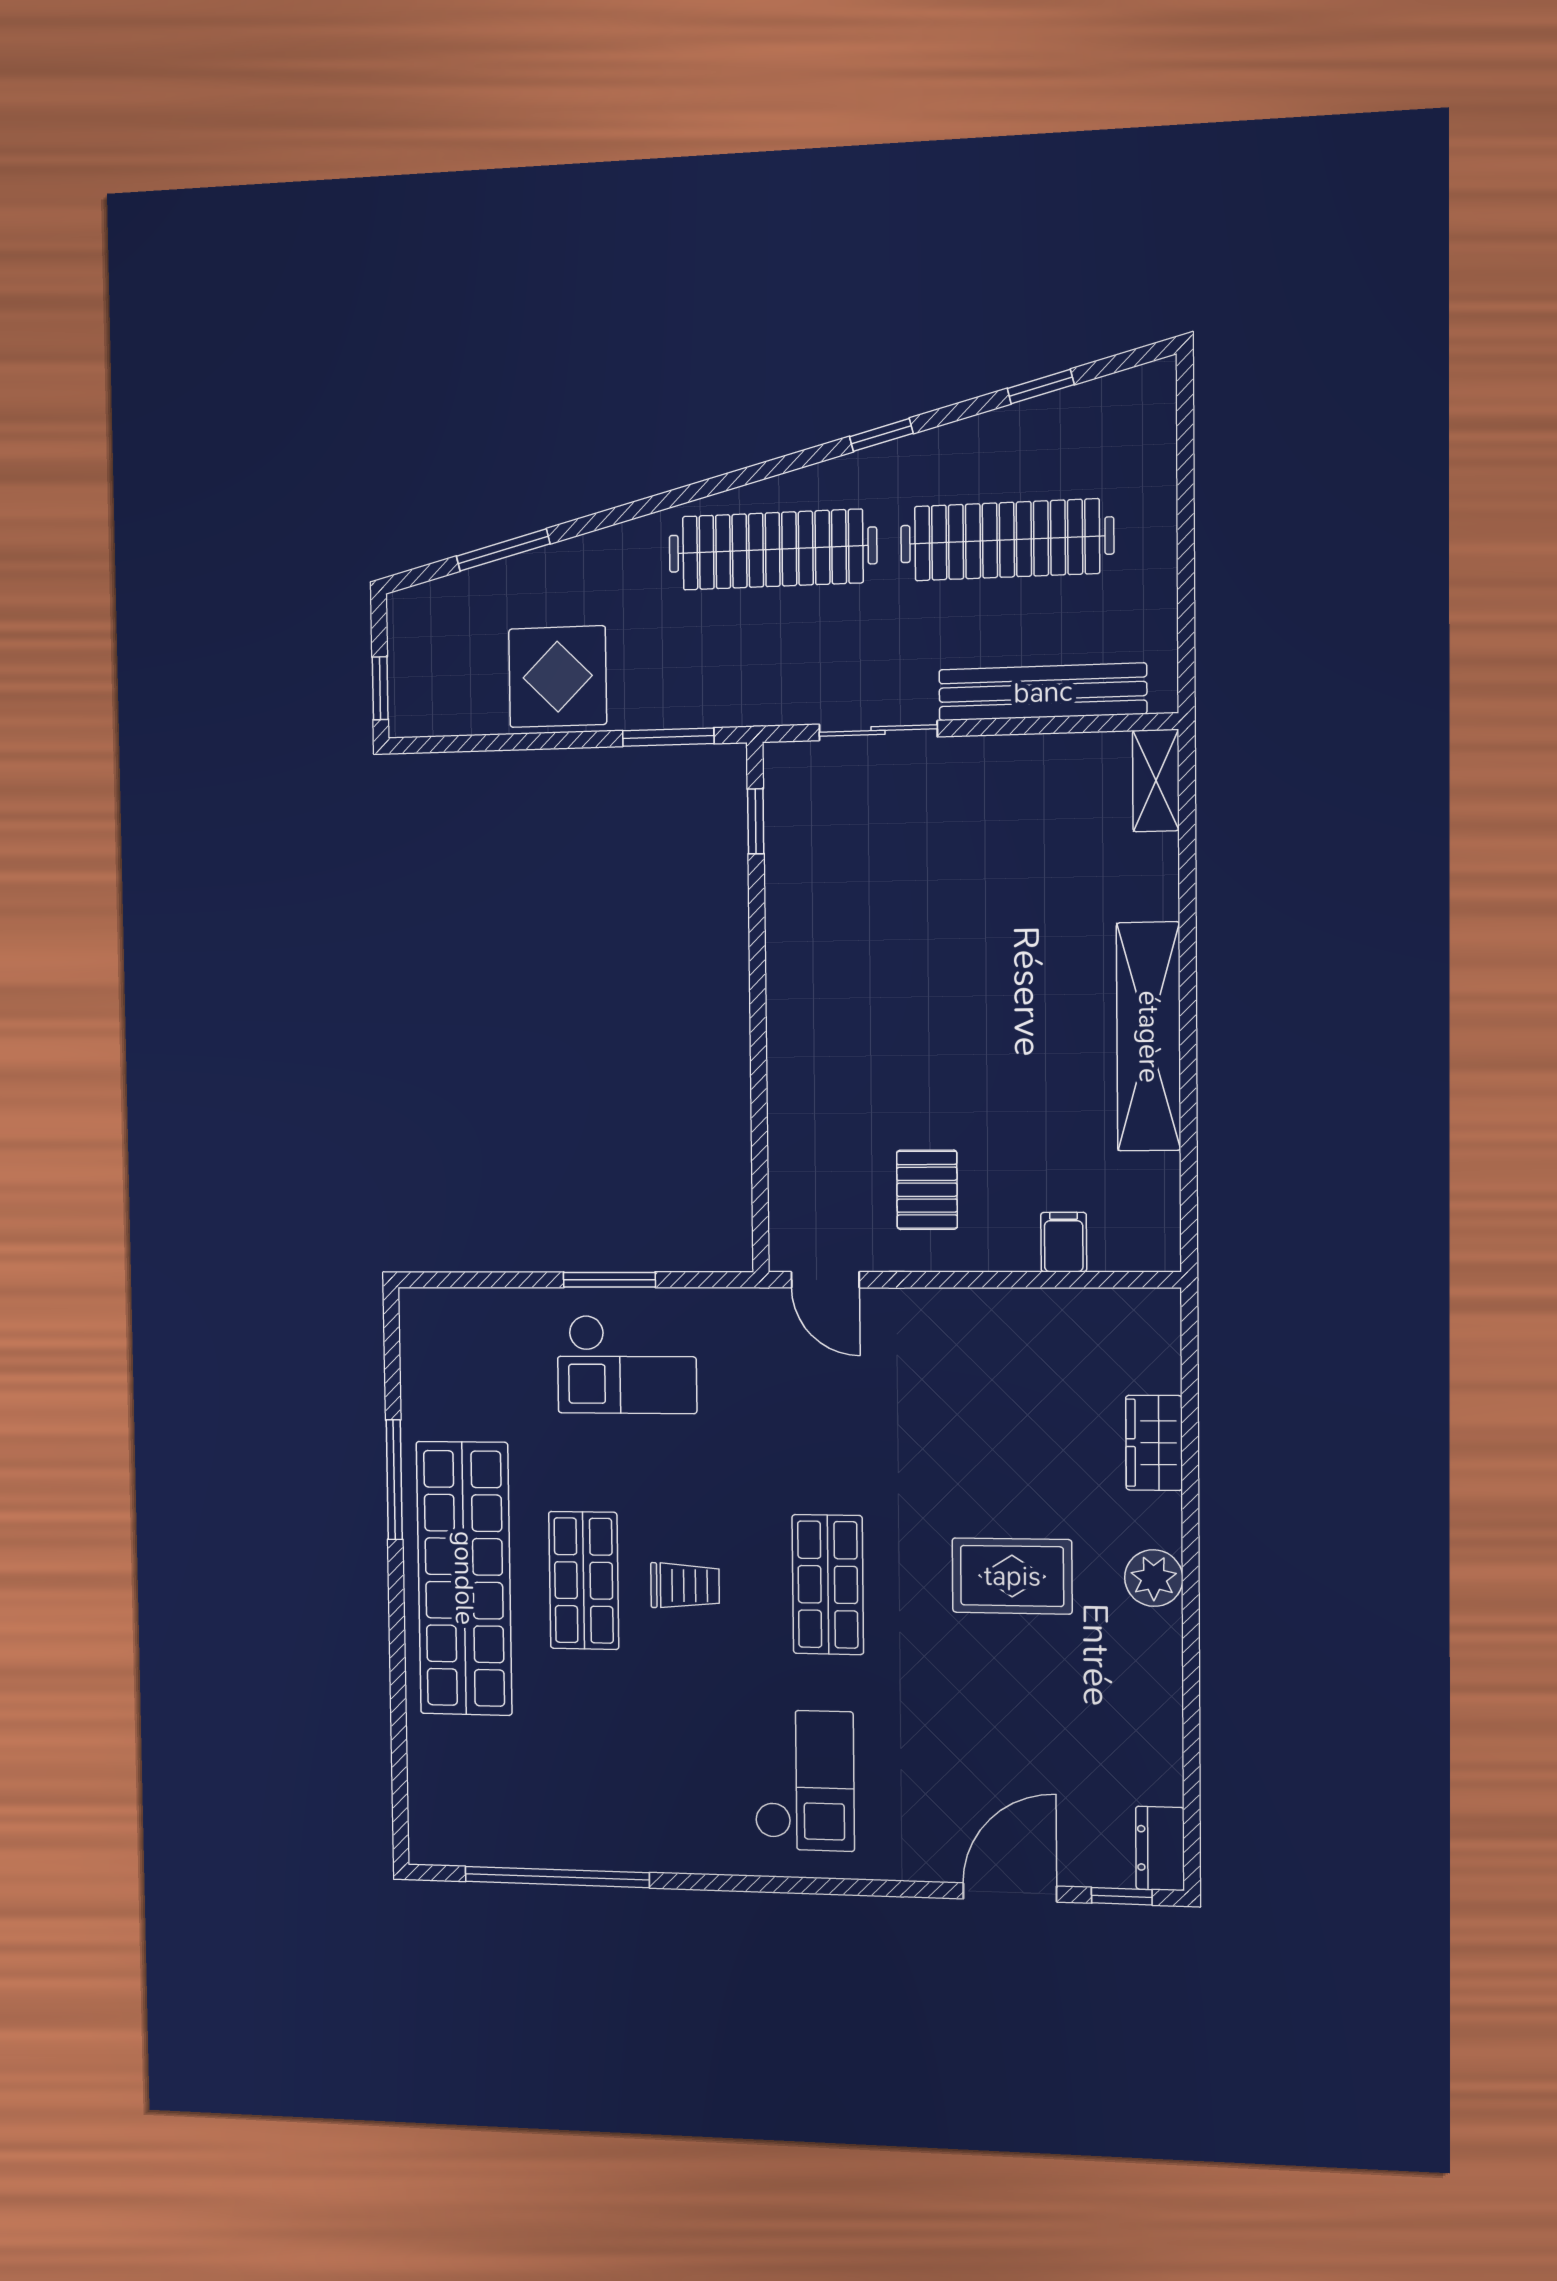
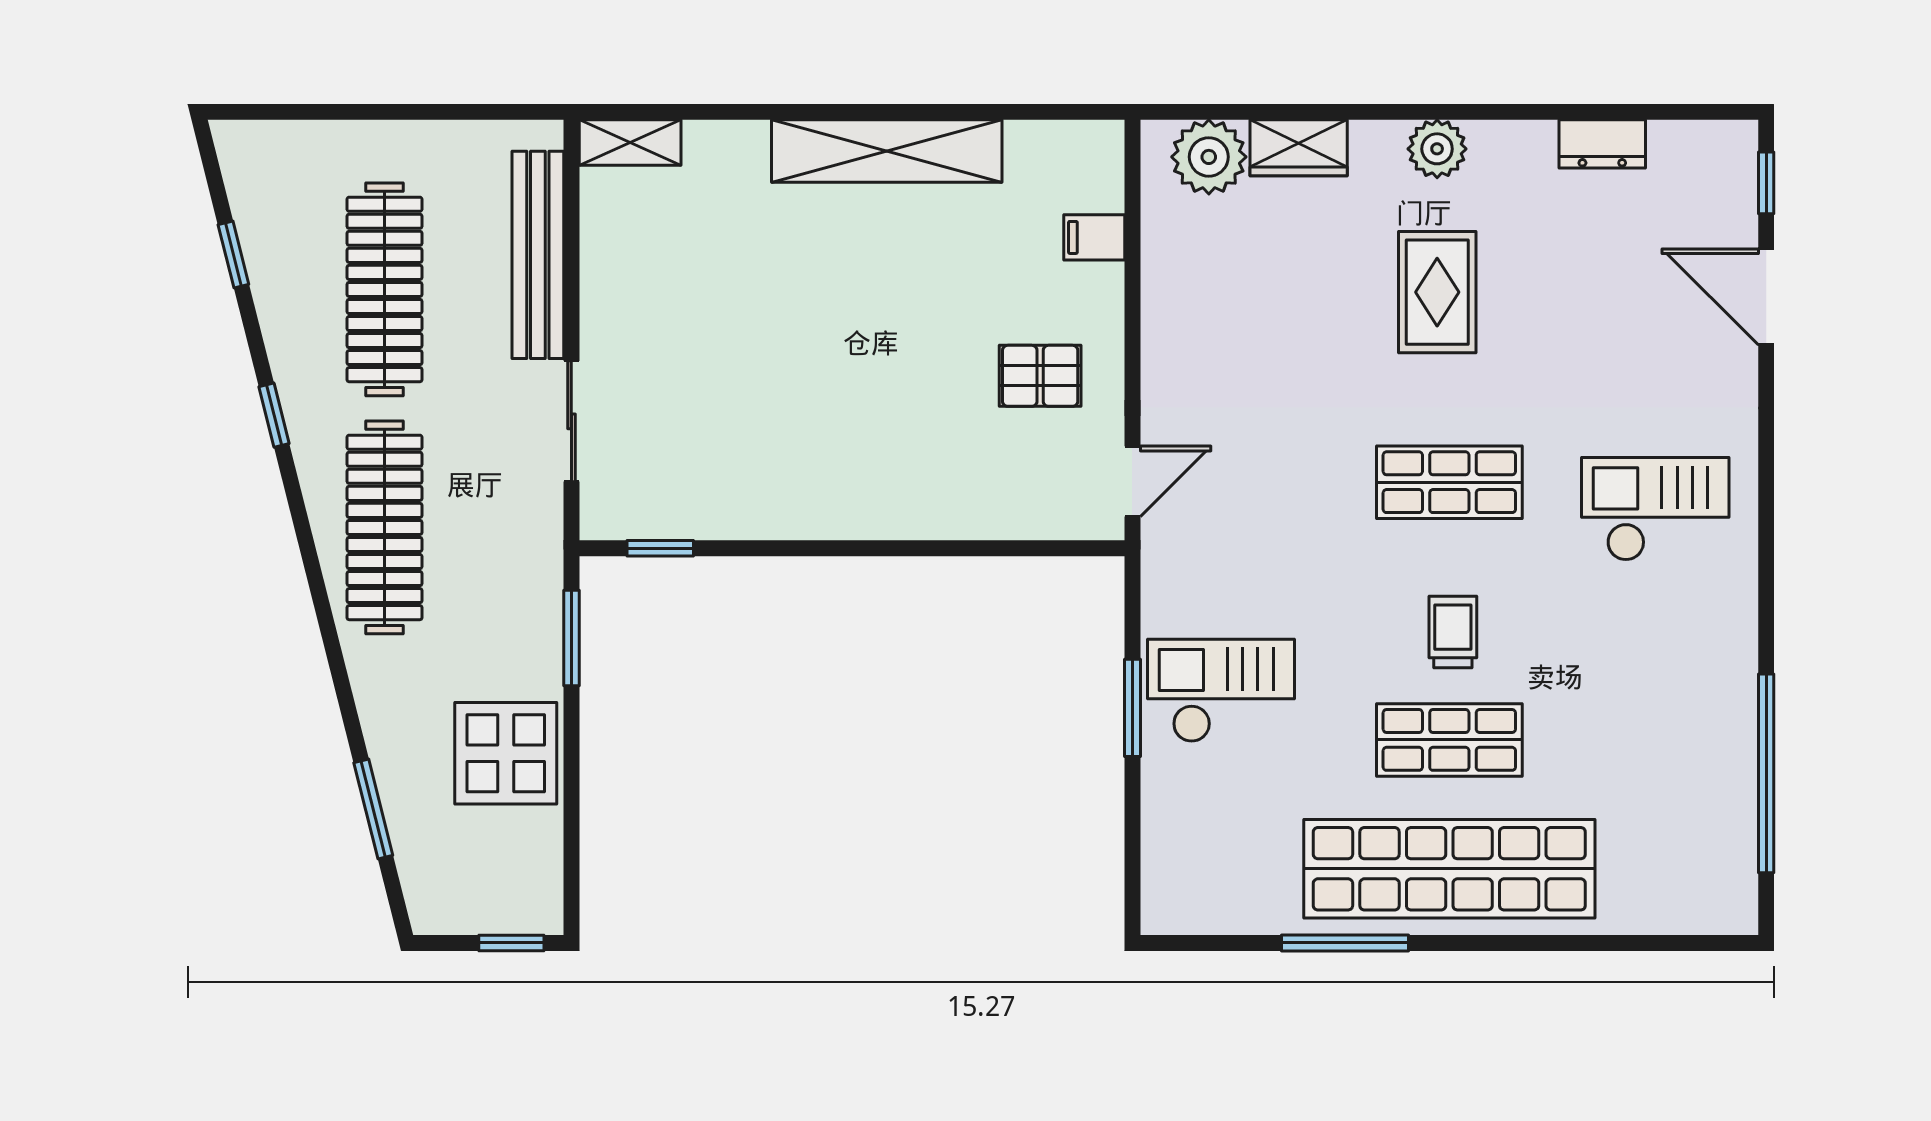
plant: (1144, 1355) -> (1209, 157), added
checkout: (627, 1364) -> (1221, 691), turned -90
dresser: (1160, 1848) -> (1602, 144), moved

